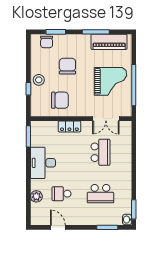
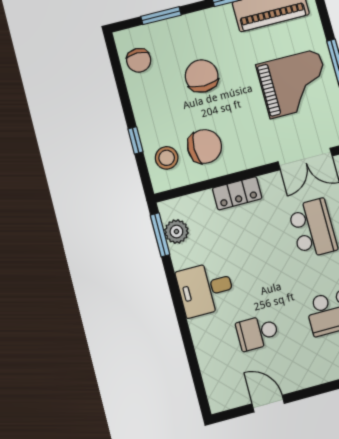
chair: (47, 42) -> (139, 60), moved
stool: (39, 80) -> (167, 158), moved
desk: (43, 163) -> (206, 289), width x0.73
plant: (36, 196) -> (176, 232), moved

